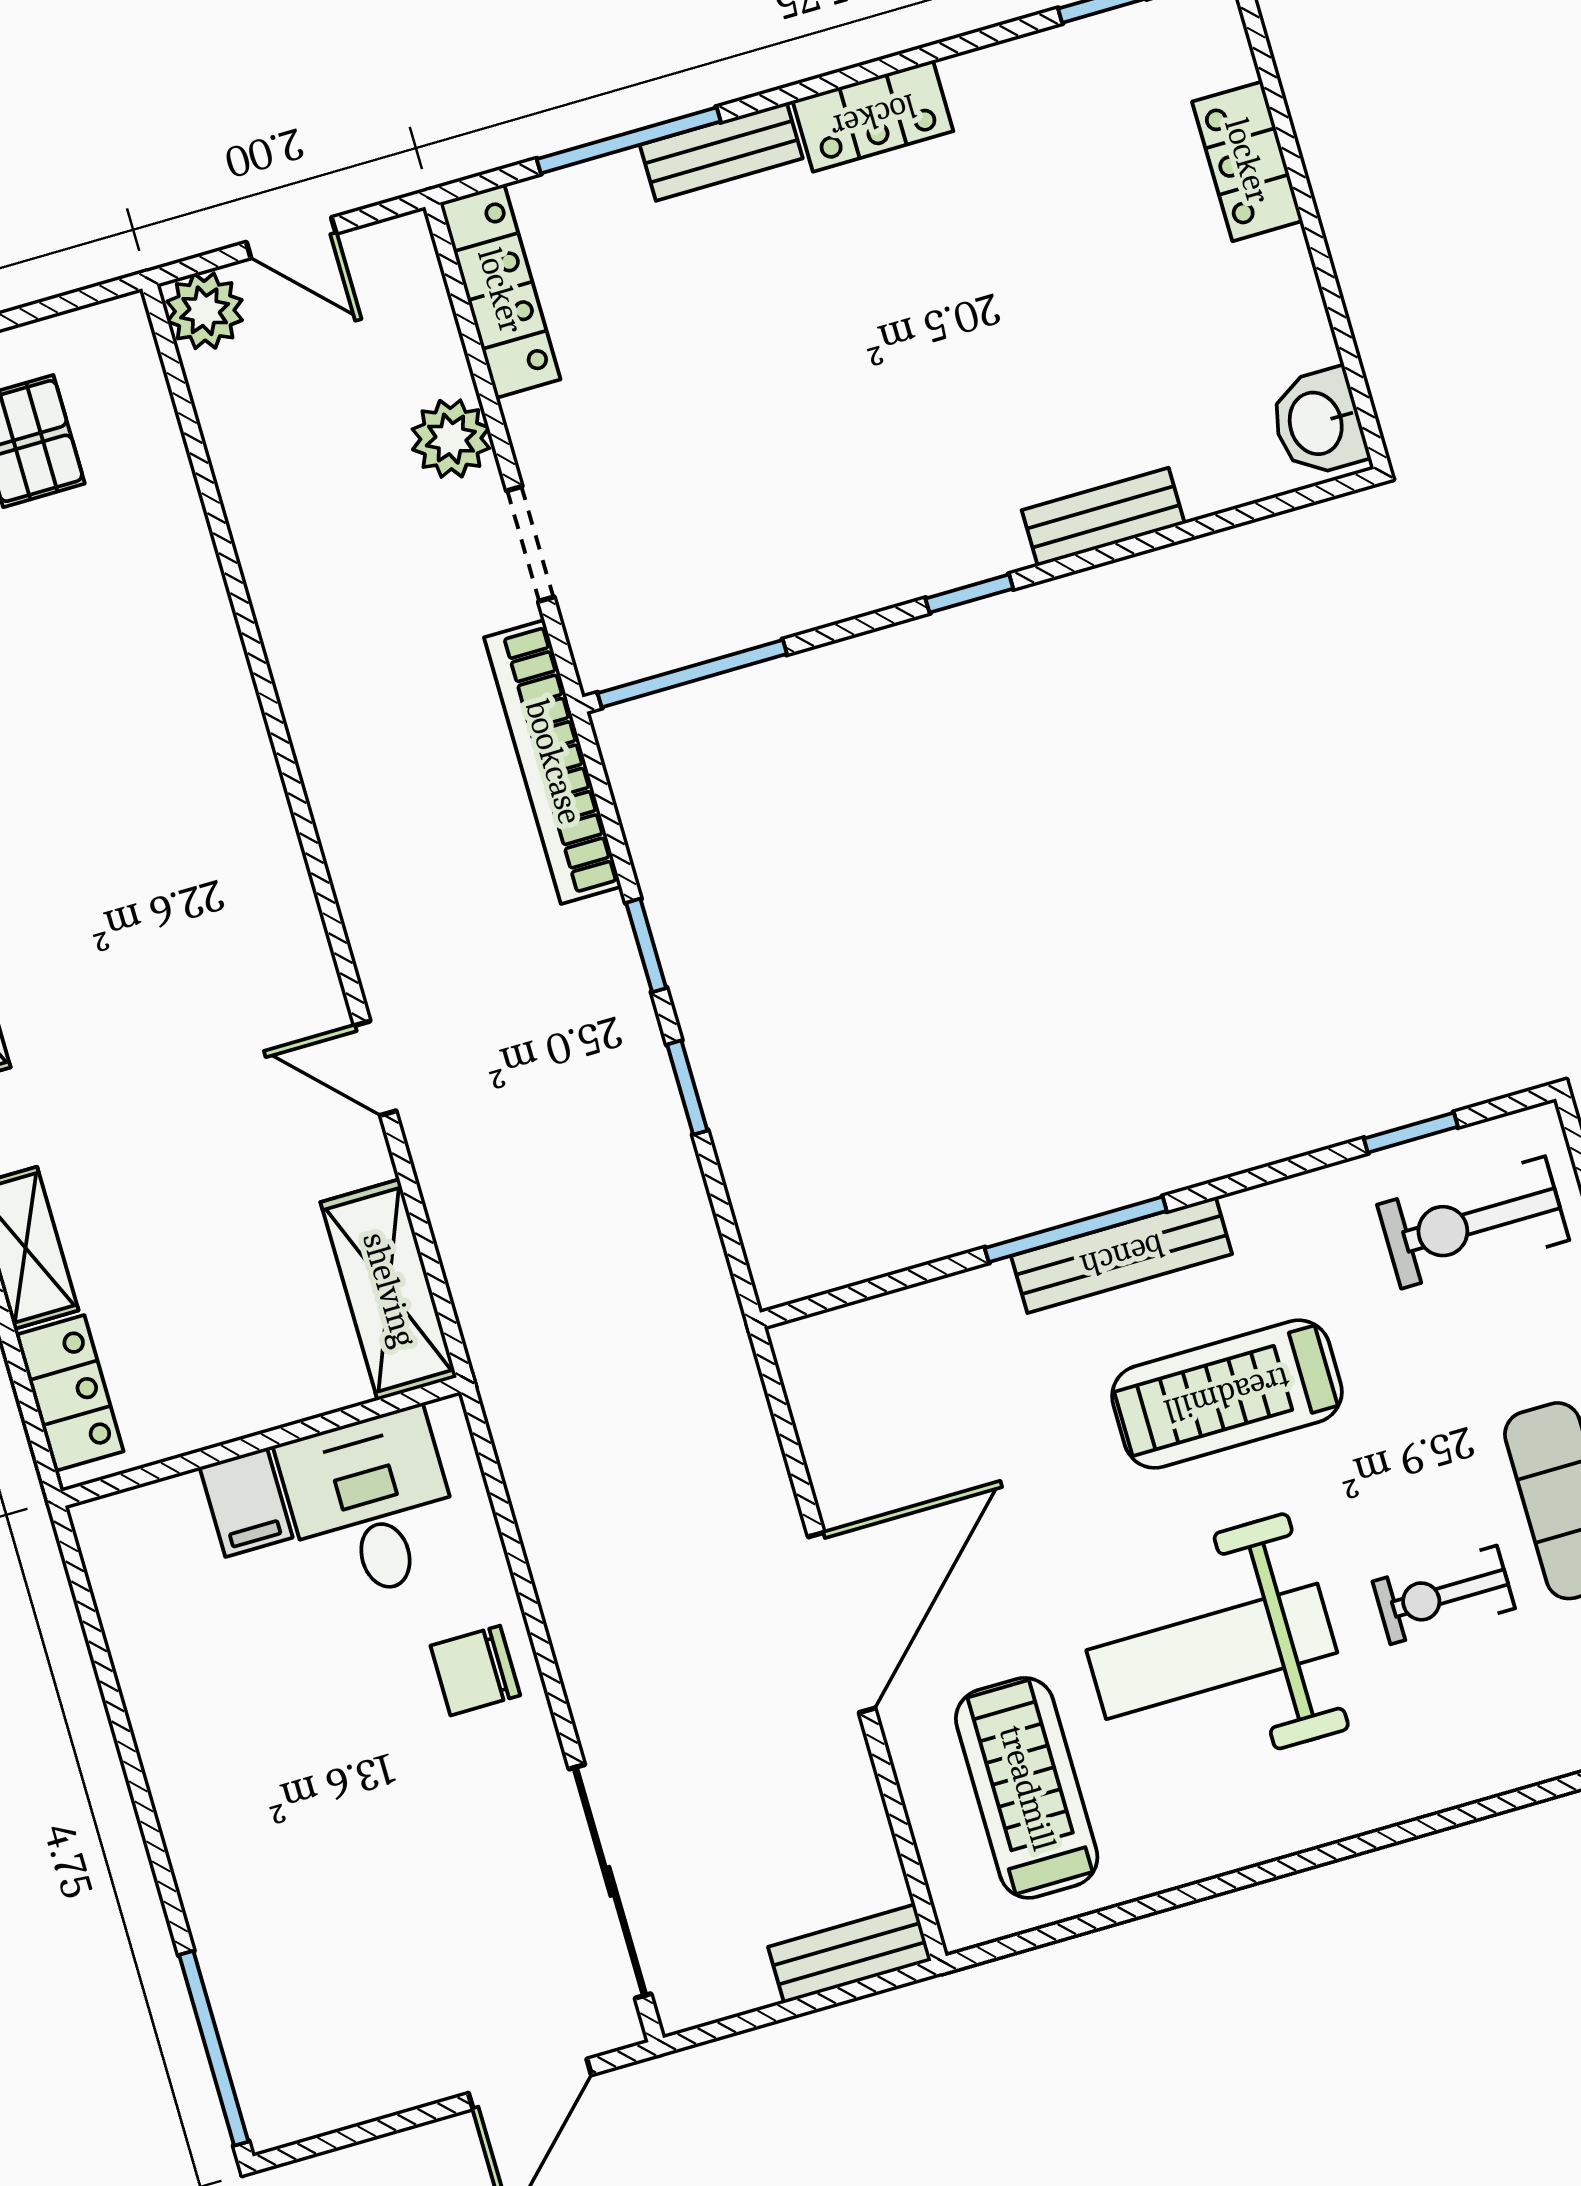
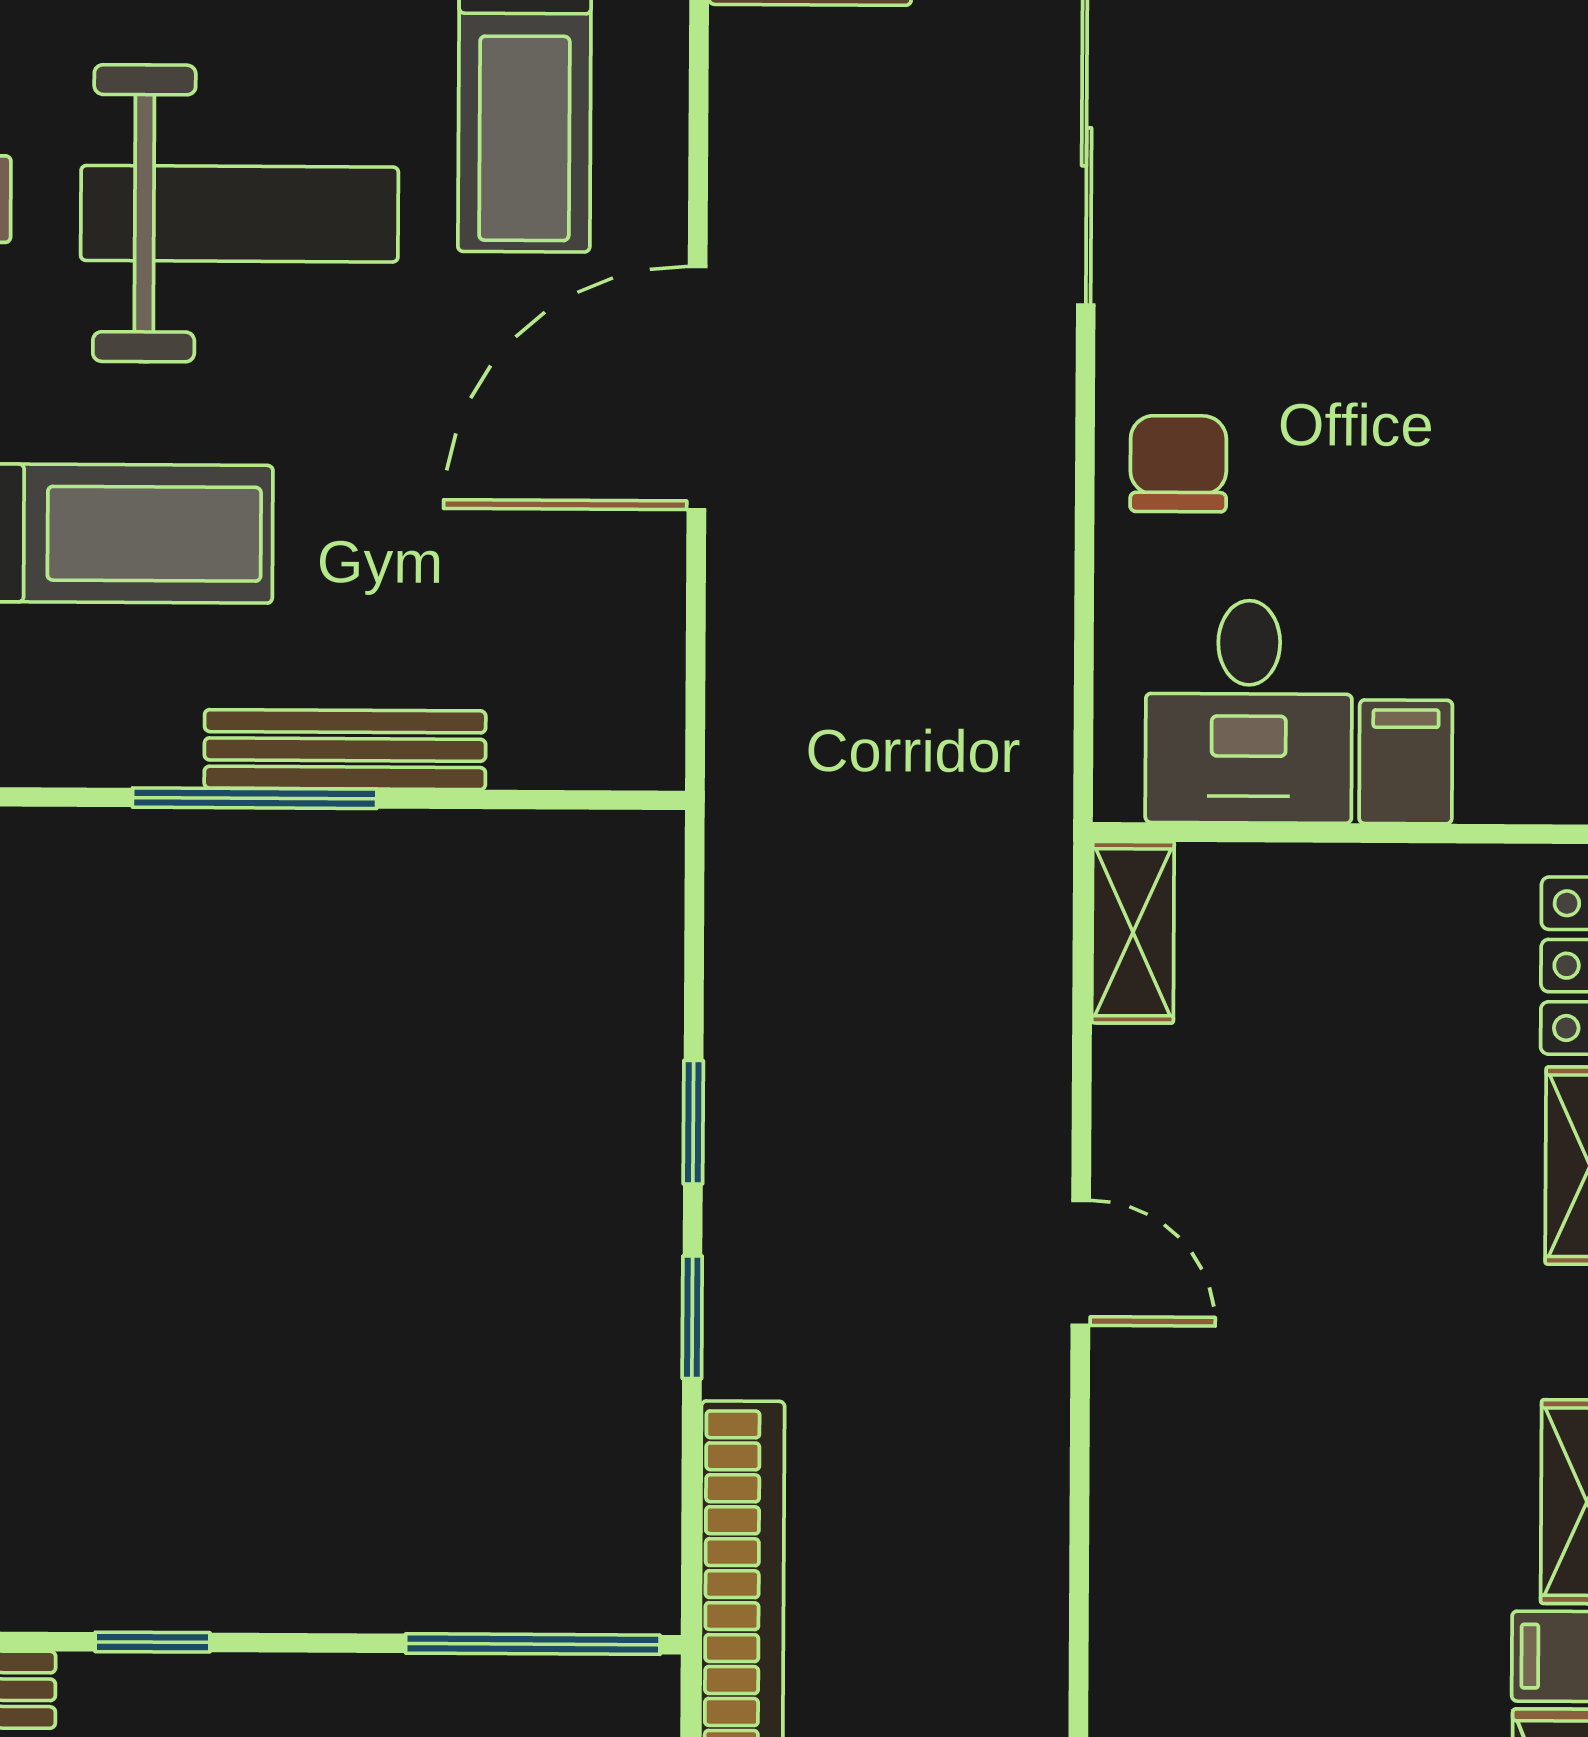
bench: (1122, 1255) -> (345, 750), moved
shelving: (389, 1290) -> (1133, 932), width x0.67, depth x0.75
chair: (475, 1671) -> (1178, 464), turned -90

